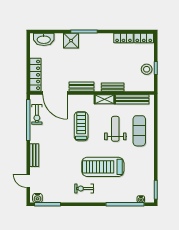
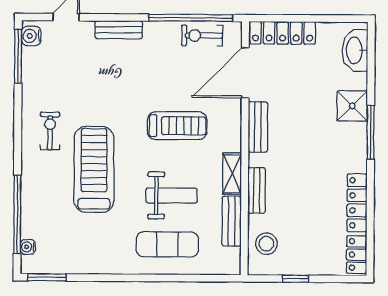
locker: (123, 38) -> (357, 203), width x1.53
stool: (147, 69) -> (266, 244), moved
bench: (132, 99) -> (232, 221), width x0.73

